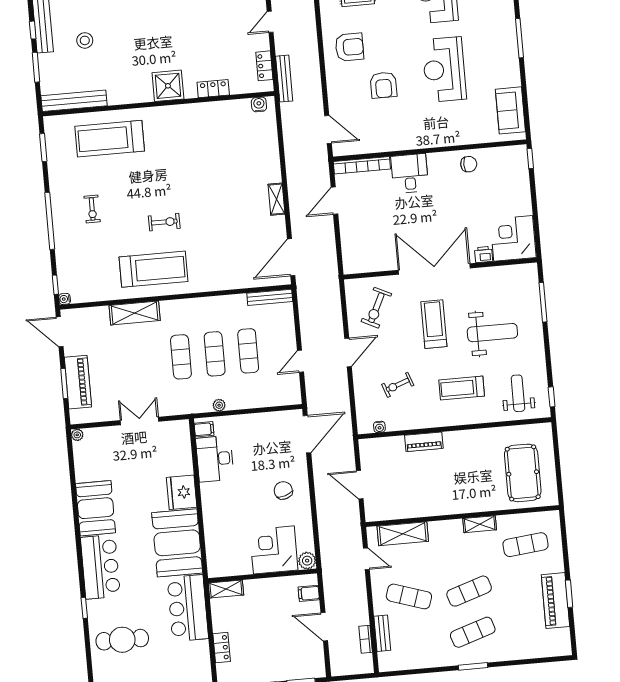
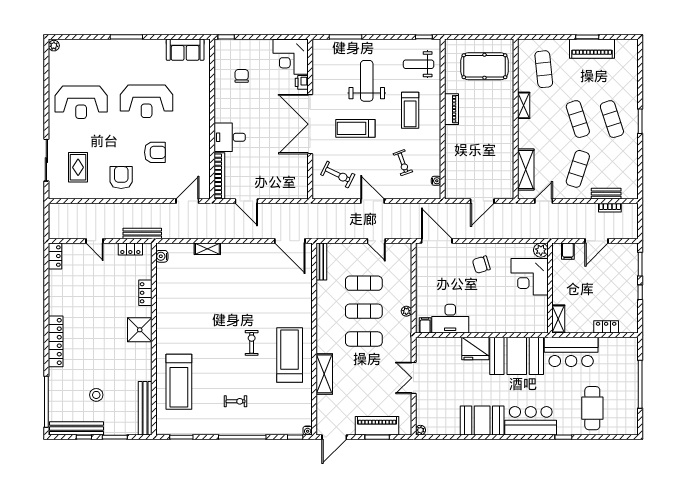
chair: (469, 164) -> (242, 76), moved
shelving: (276, 199) -> (207, 249), moved
piano: (424, 442) -> (452, 109), moved

